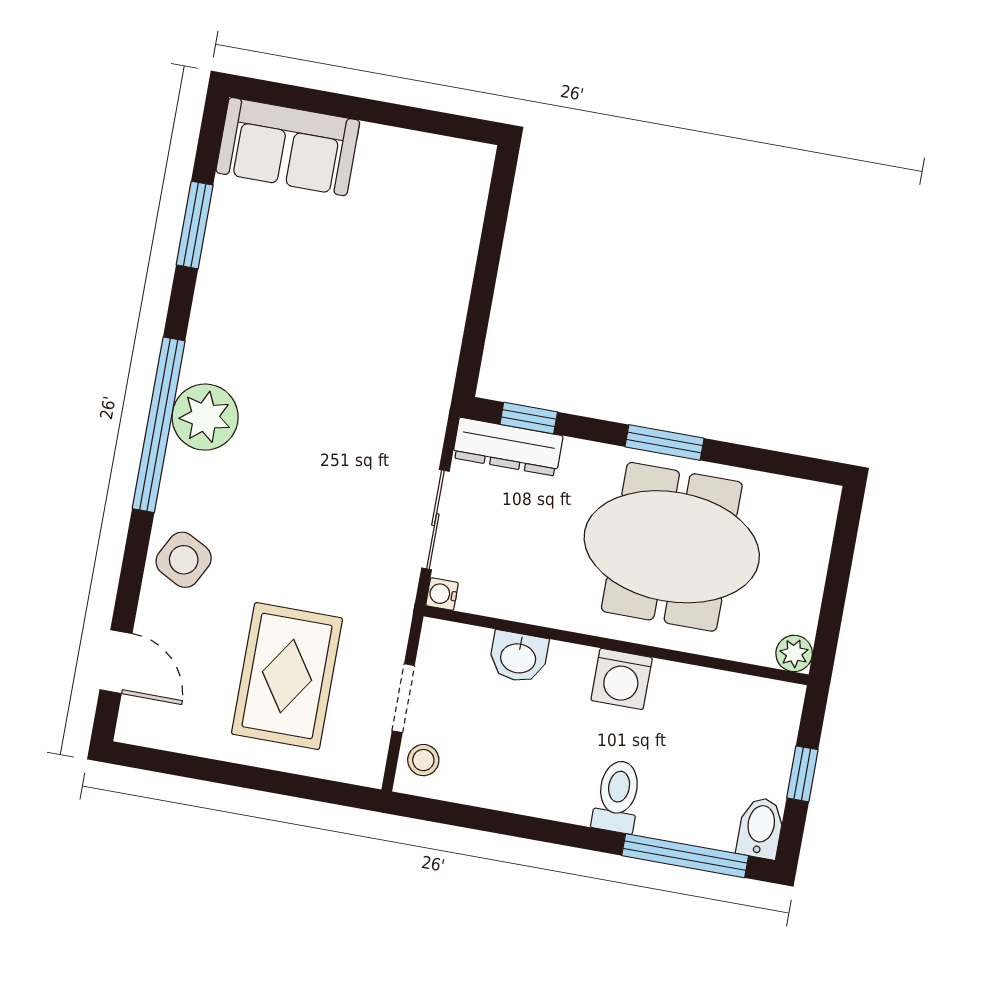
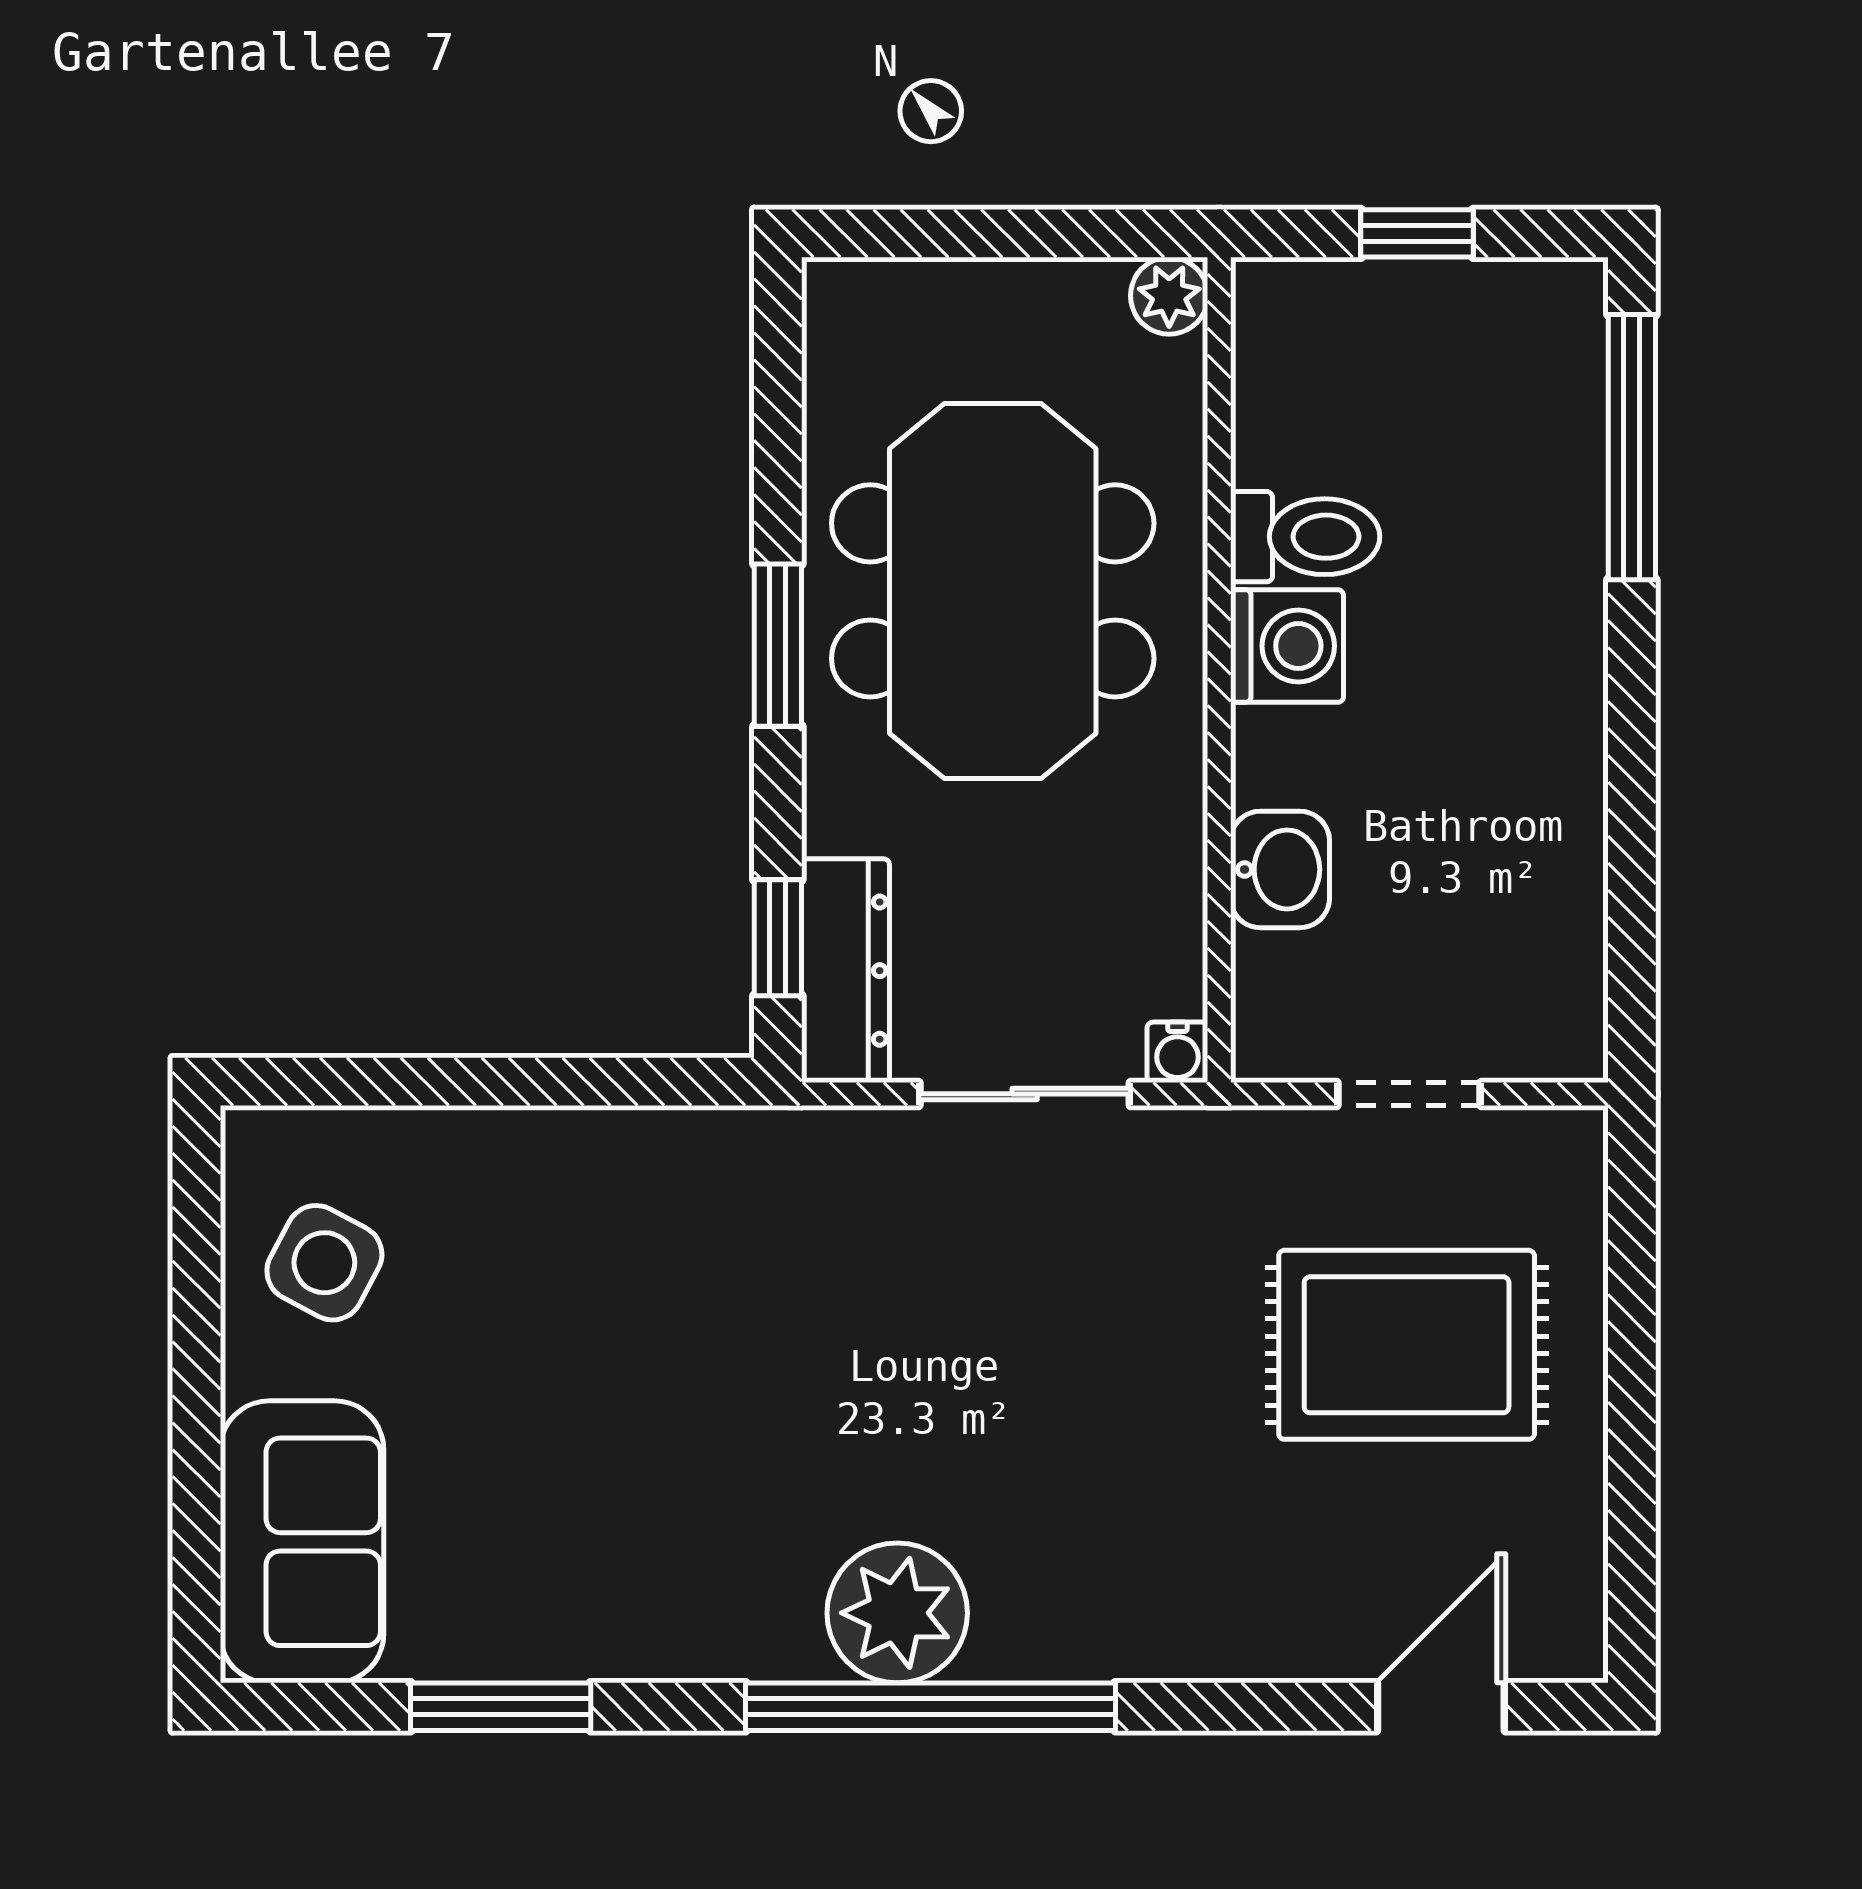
side table: (184, 560) -> (324, 1263), moved
stool: (423, 760) -> (1531, 1029), removed
toilet: (617, 796) -> (1305, 537), moved, turned 180
bidet: (761, 828) -> (1546, 300), removed

